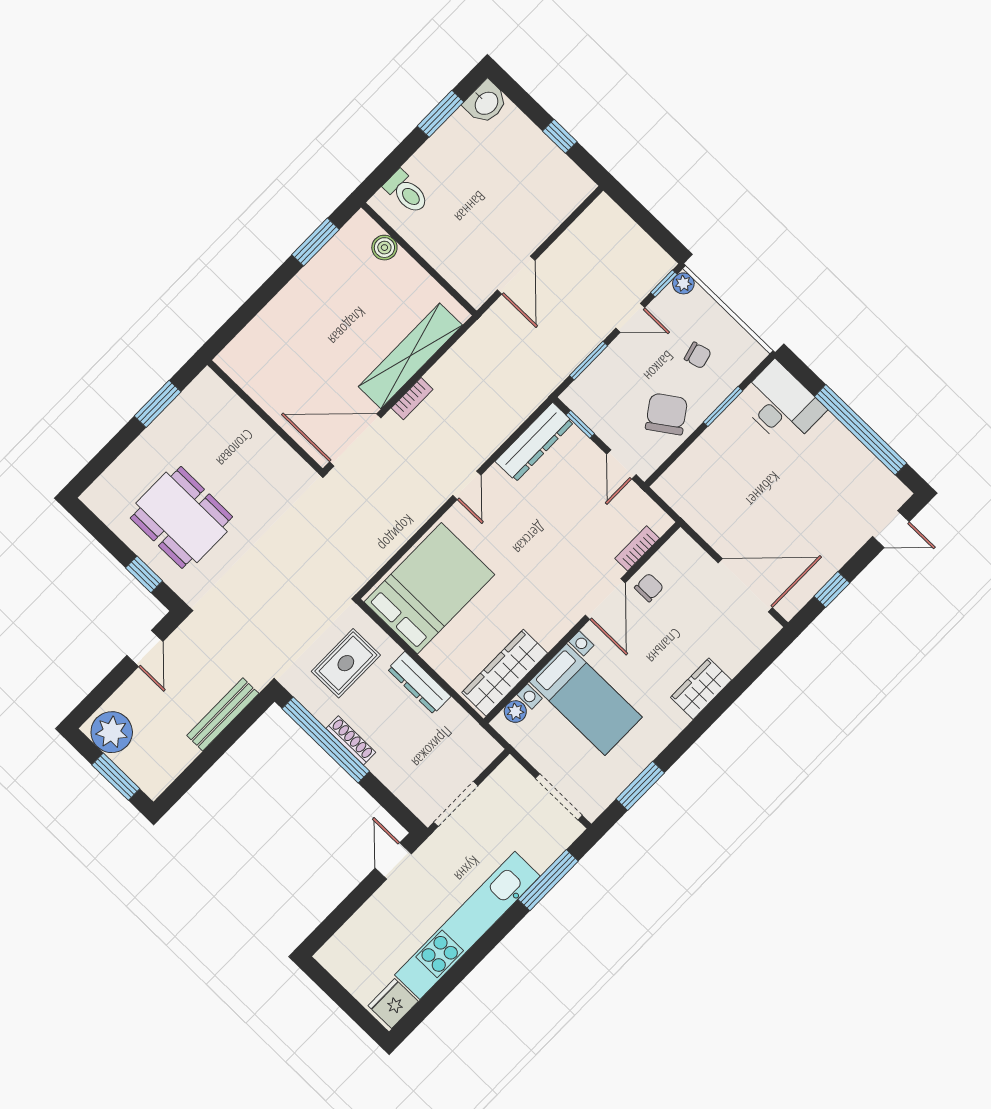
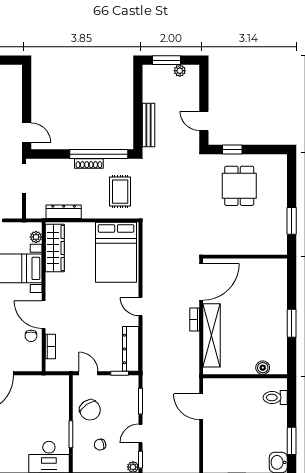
window: (315, 242) -> (292, 323), moved
dining table: (181, 517) -> (239, 186), width x0.73
dresser: (419, 683) -> (64, 212), moved
plant: (112, 732) -> (180, 71), width x0.53, depth x0.53

